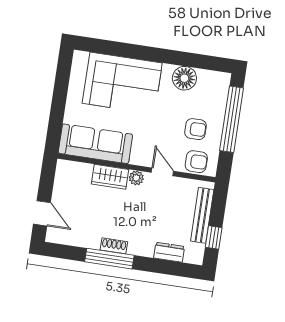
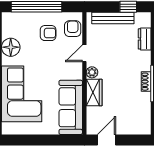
armchair: (195, 129) -> (48, 33), turned 90
door: (42, 213) -> (106, 140), moved

